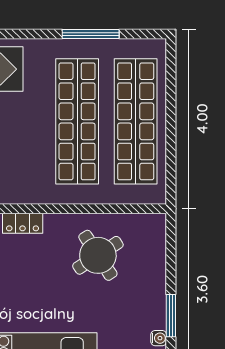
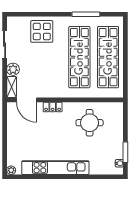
round table: (98, 255) -> (90, 123), turned 33

